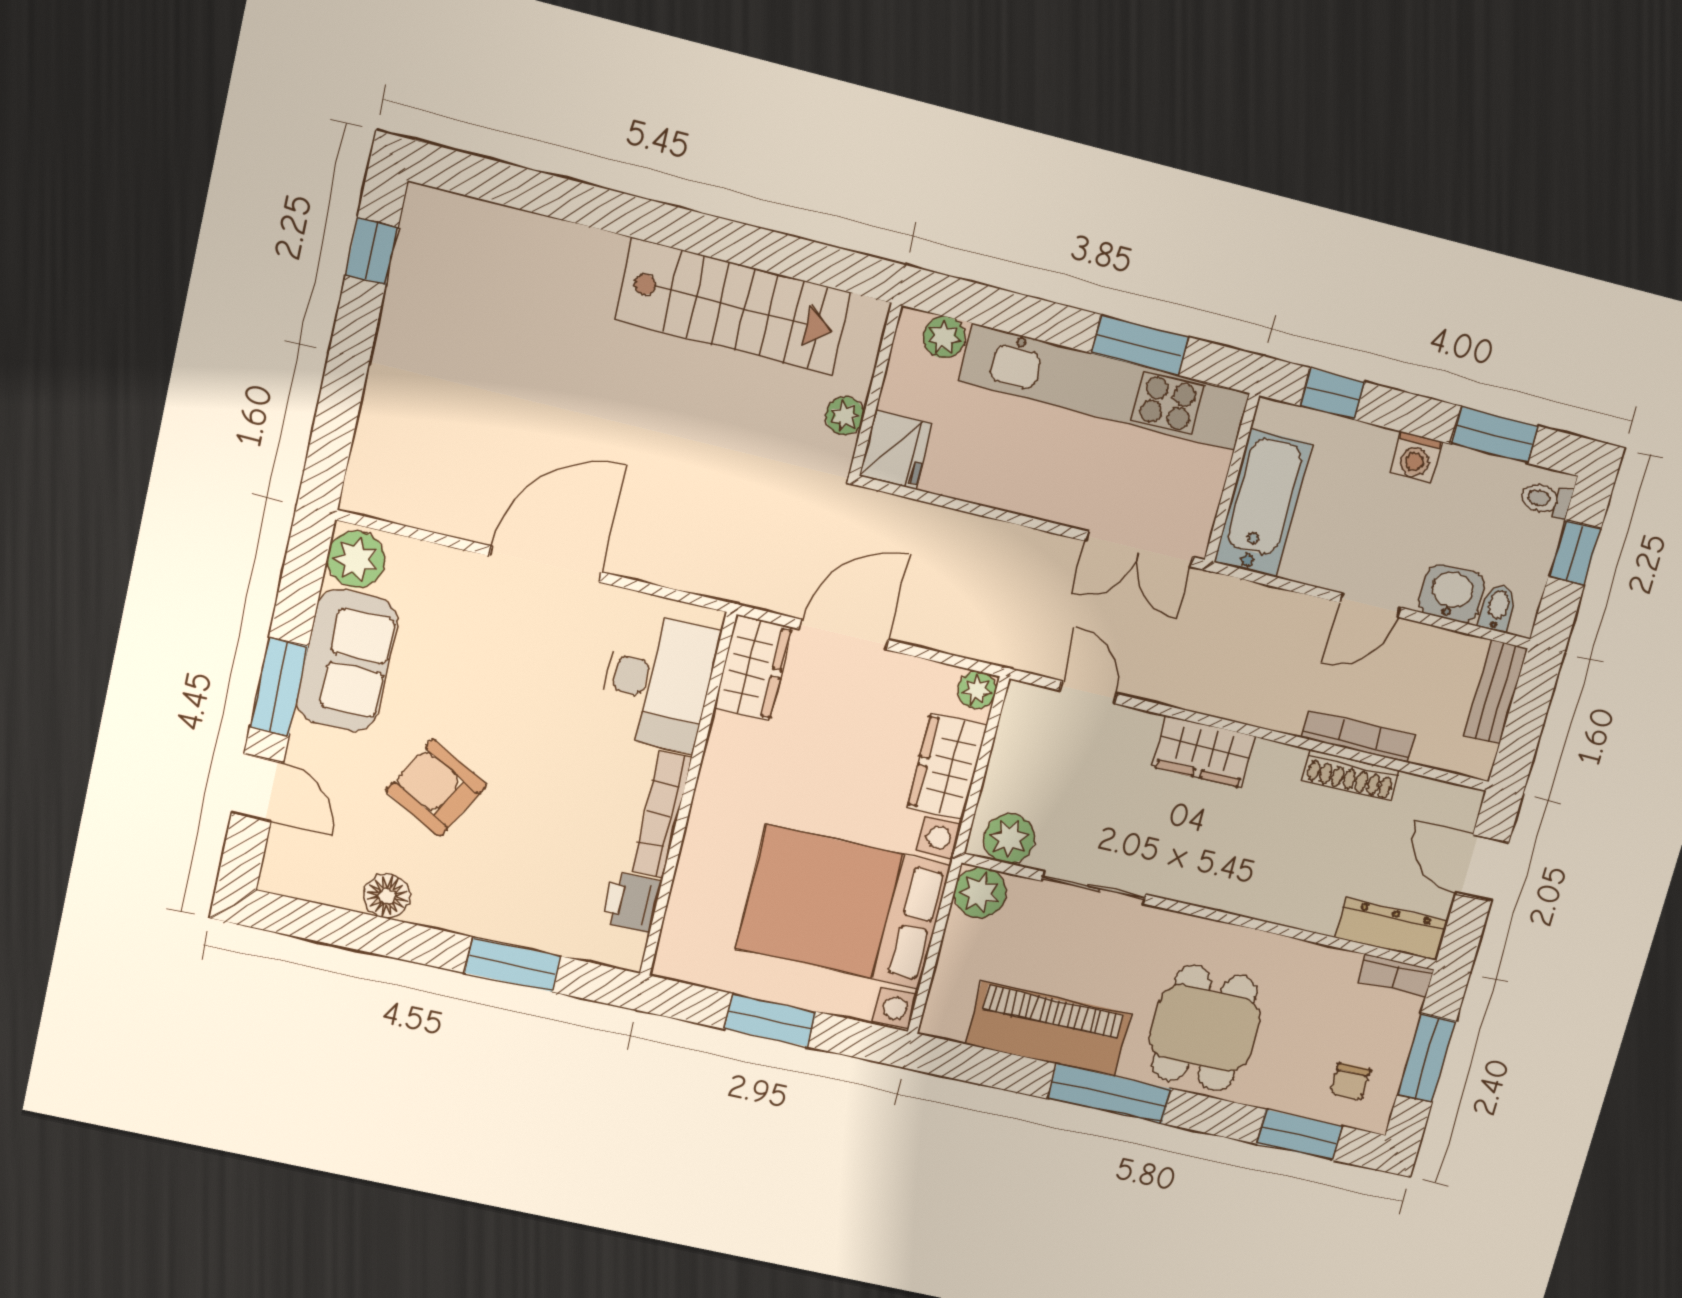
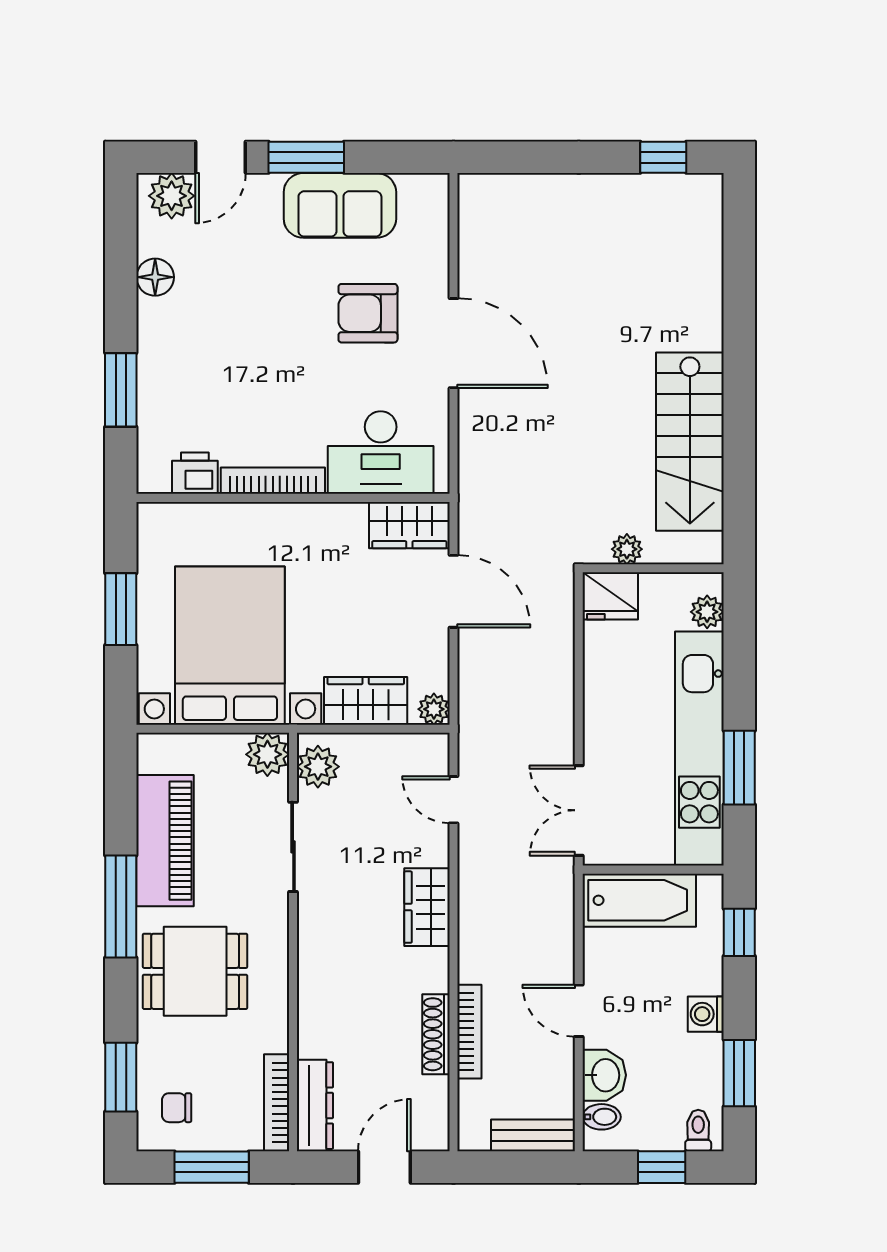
plant: (356, 559) -> (172, 196), moved
door: (1088, 692) -> (454, 800), swing flipped
armchair: (436, 788) -> (368, 313), moved, turned -119
bookcase: (1396, 975) -> (277, 1103), width x1.56

